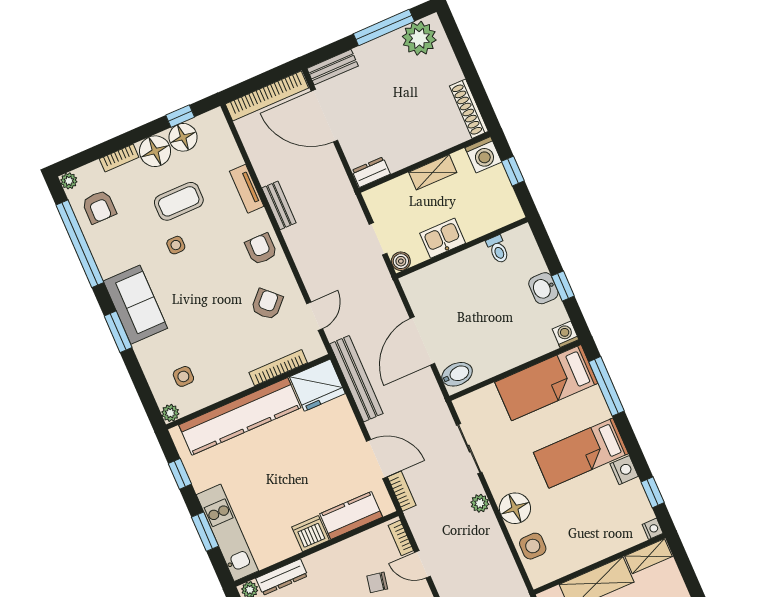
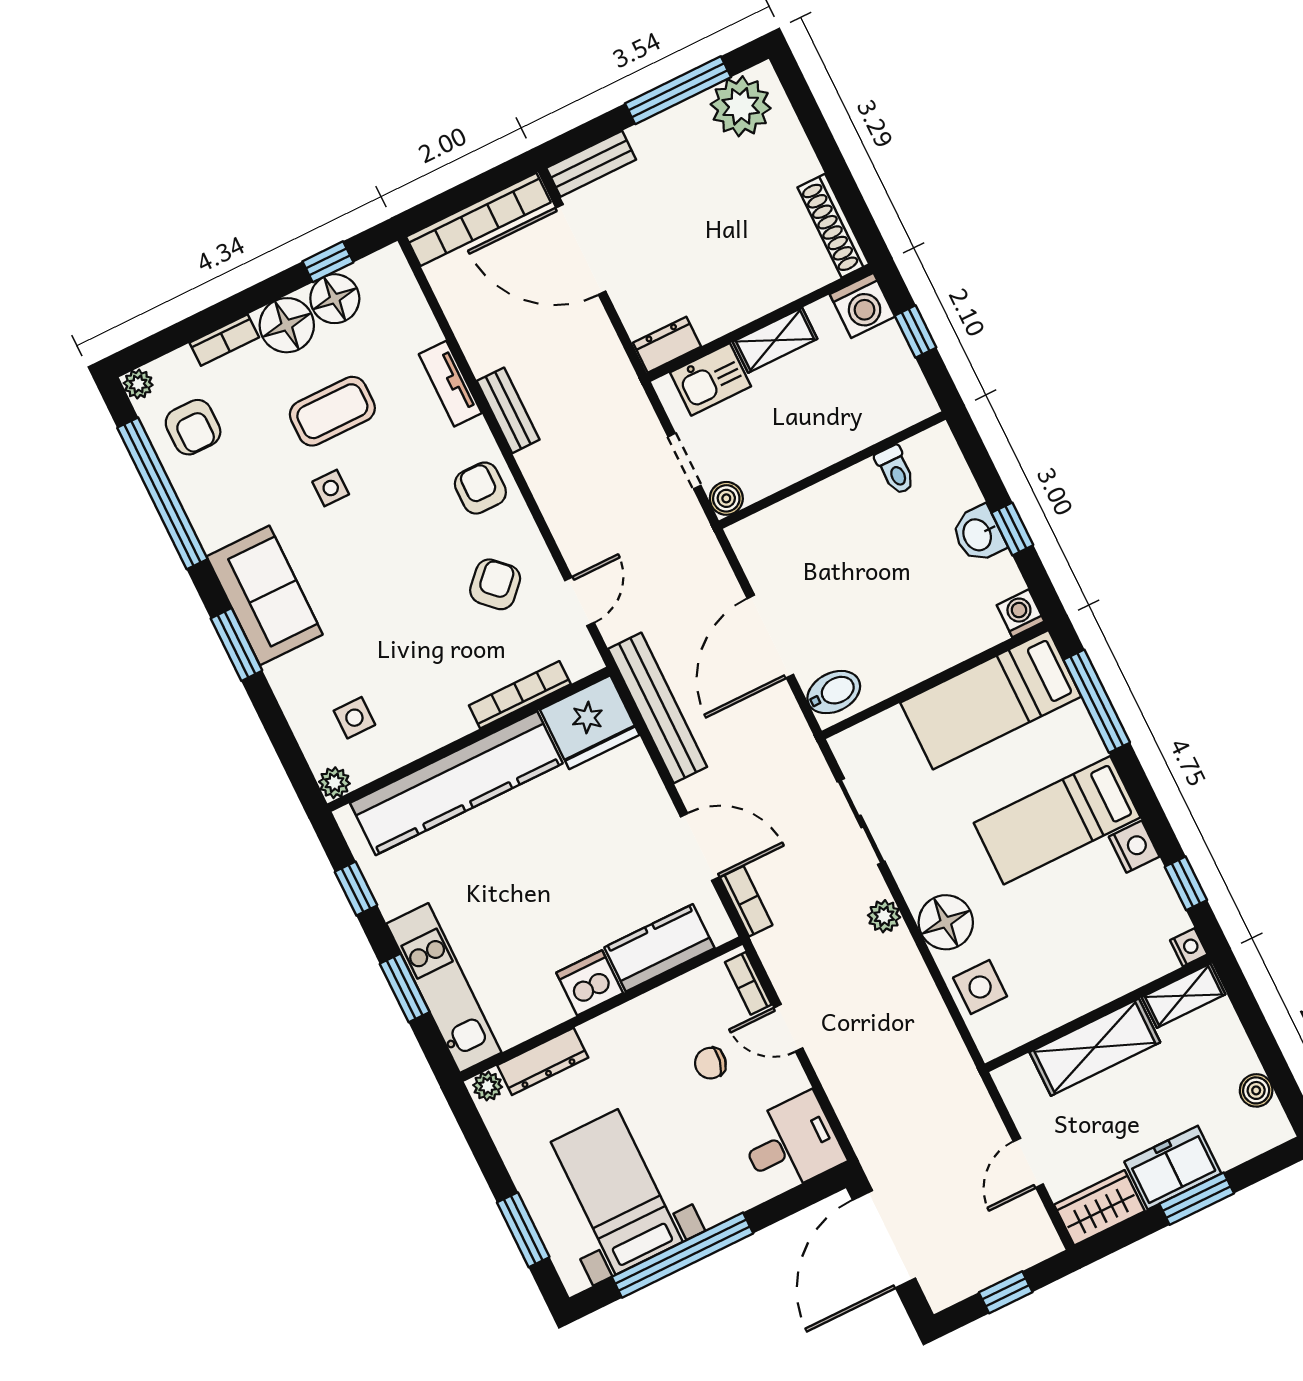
kitchen sink: (443, 238) -> (711, 379), moved, turned 180

